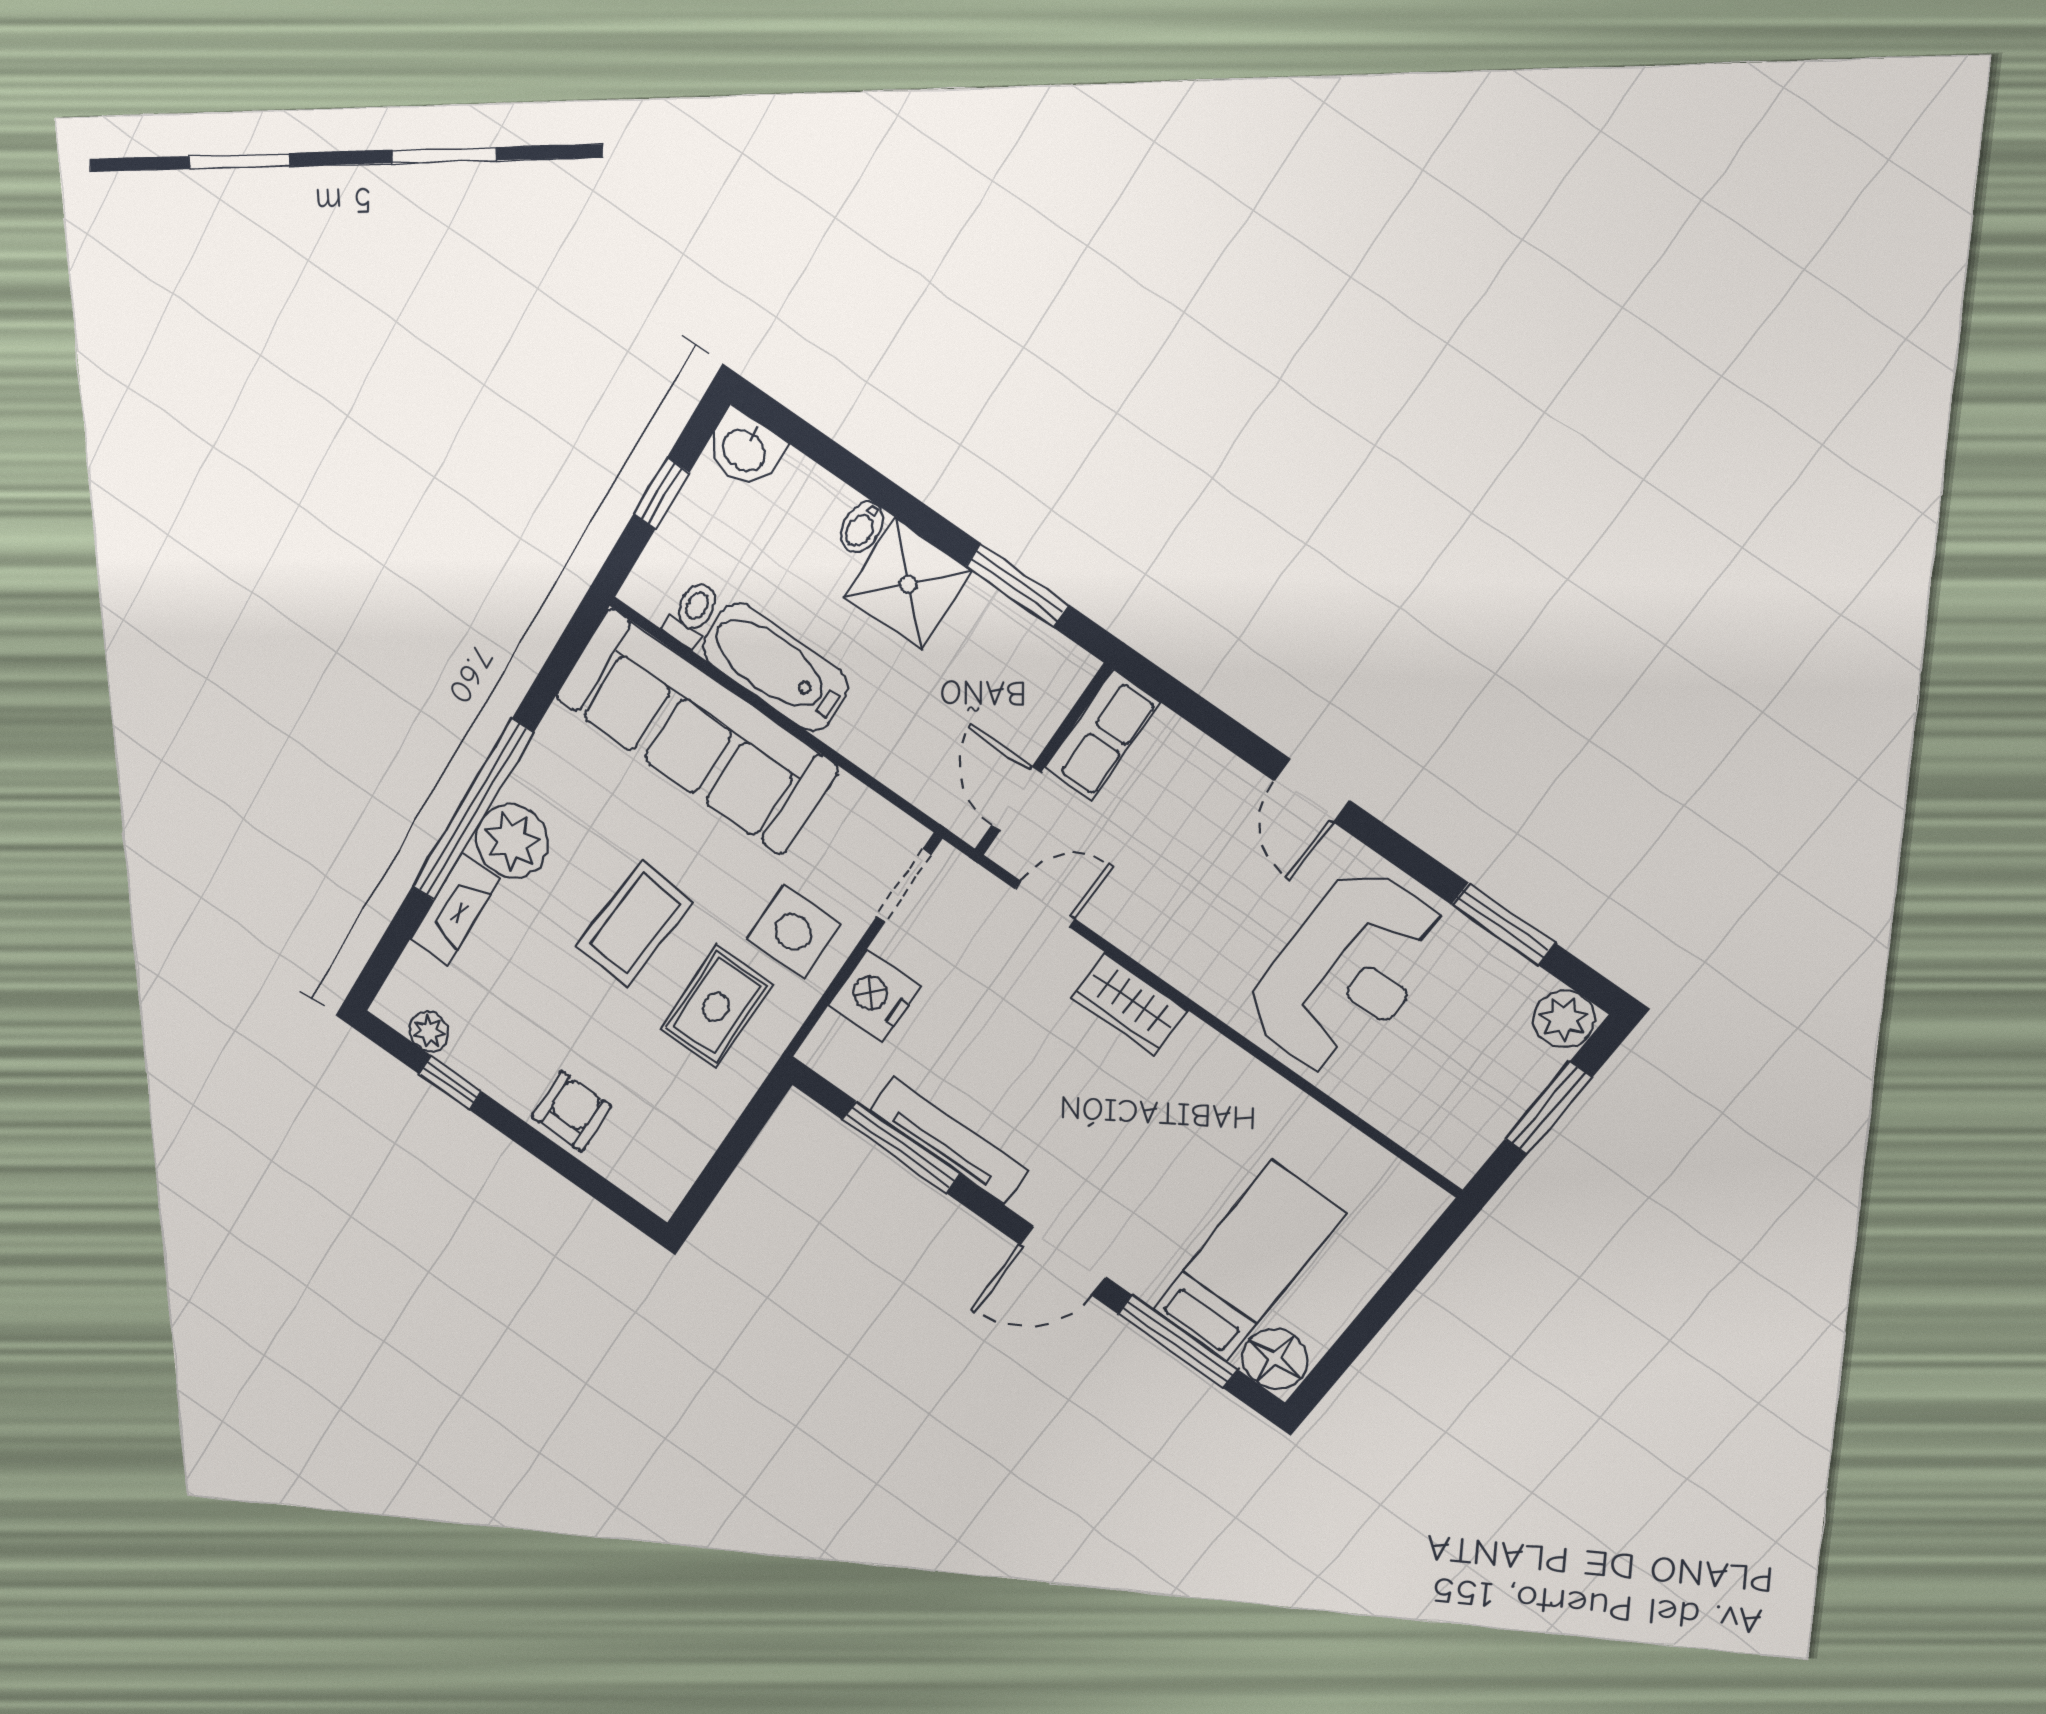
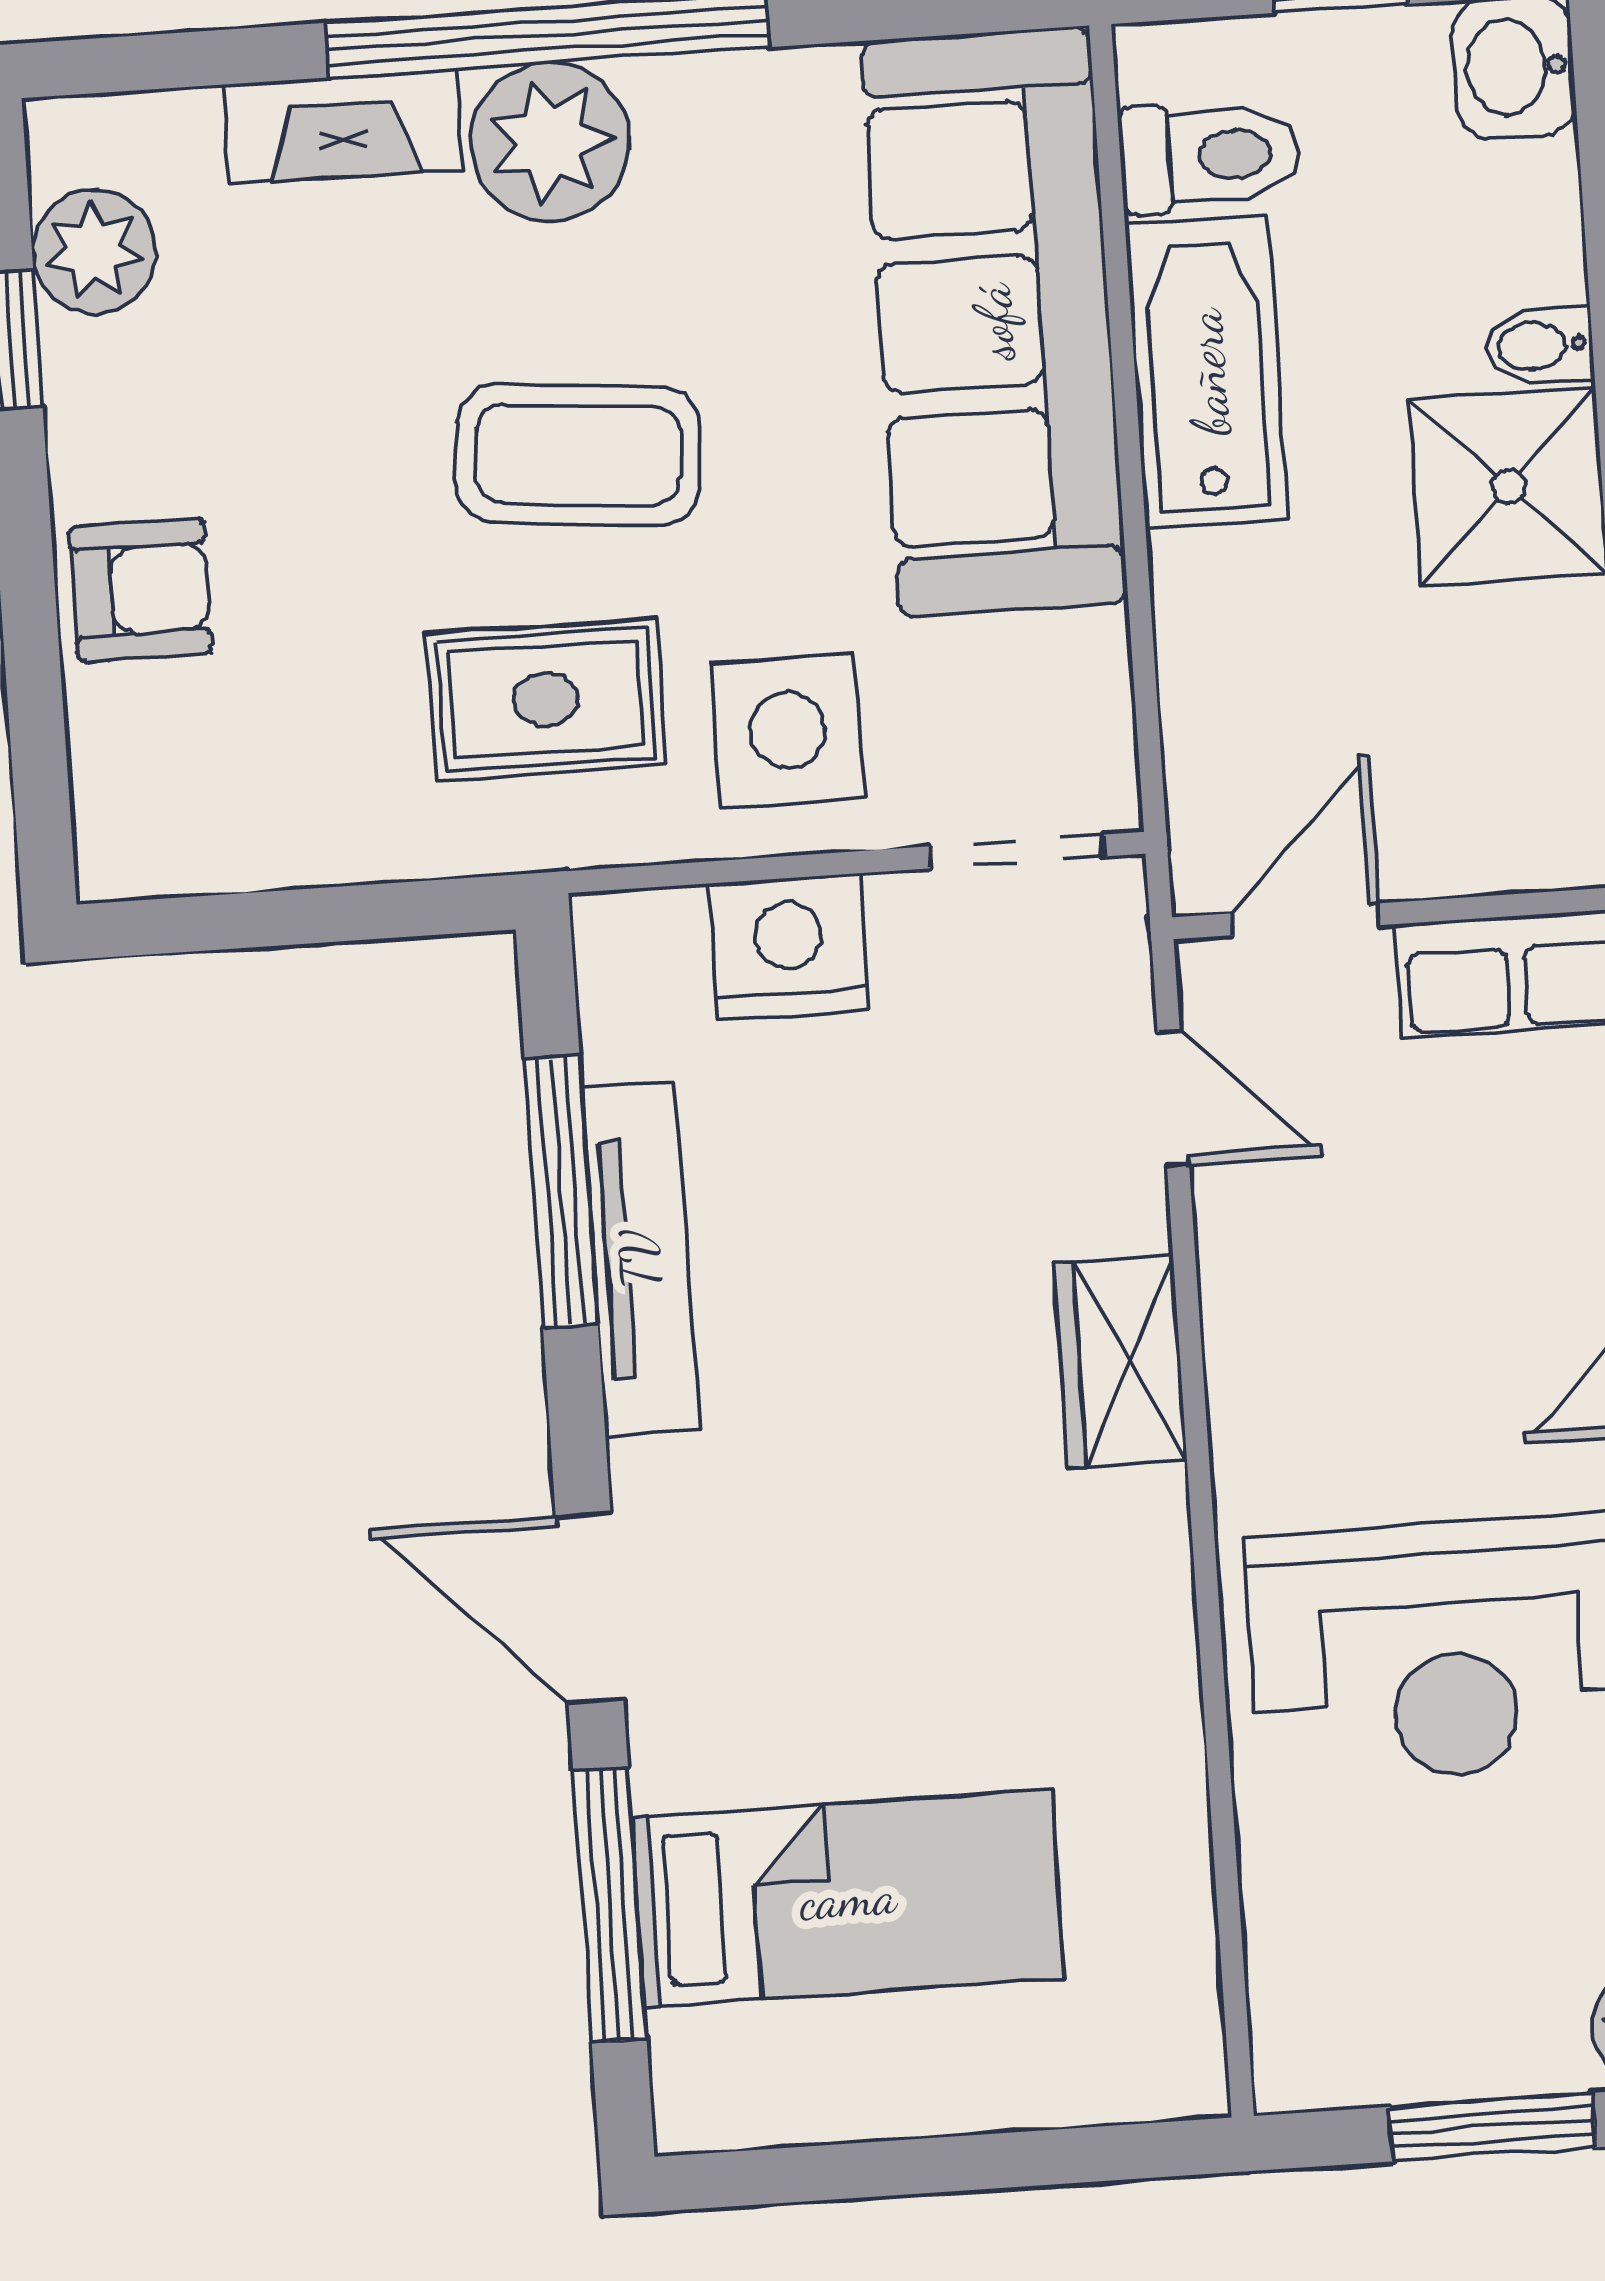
toilet: (693, 613) -> (1210, 156), width x1.37, depth x1.39
plant: (429, 1031) -> (94, 251), width x1.38, depth x1.38
floor lamp: (1275, 1359) -> (717, 2078), removed

